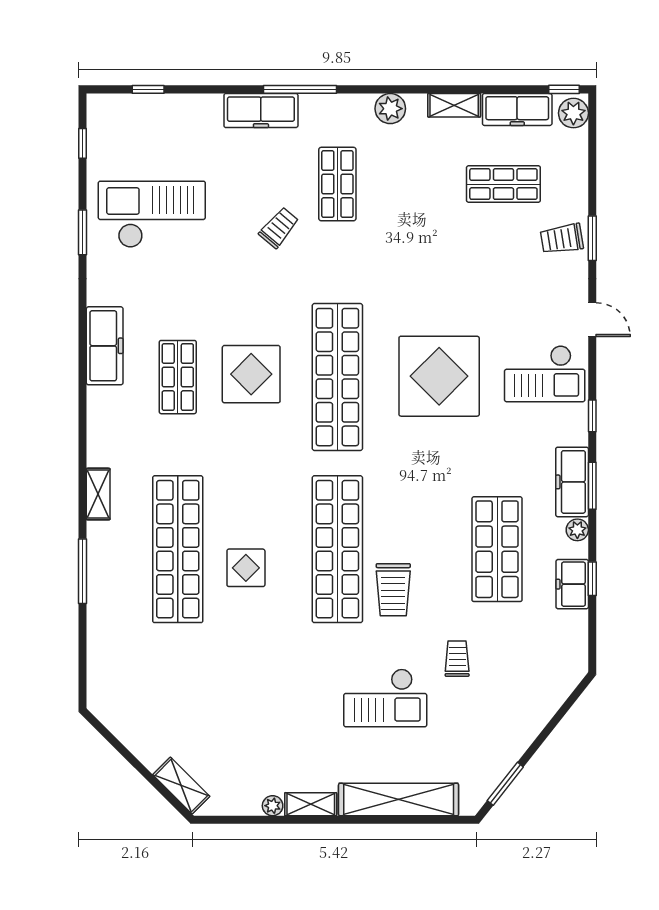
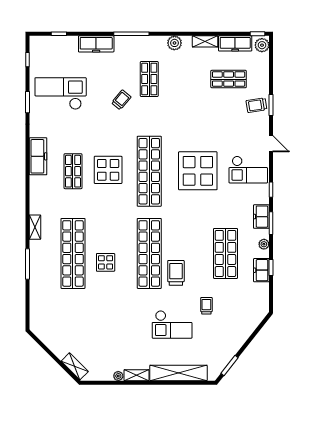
freezer: (261, 111) -> (96, 44), moved
freezer: (572, 482) -> (261, 217), width x0.71
trolley: (393, 590) -> (176, 273), turned 180

